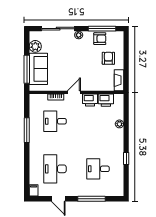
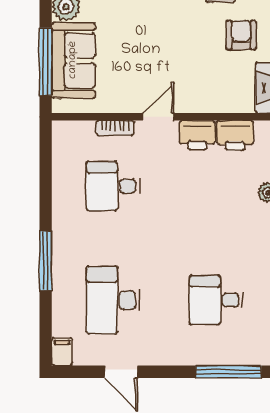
window: (27, 130) -> (46, 261), moved
window: (91, 199) -> (229, 372), moved

